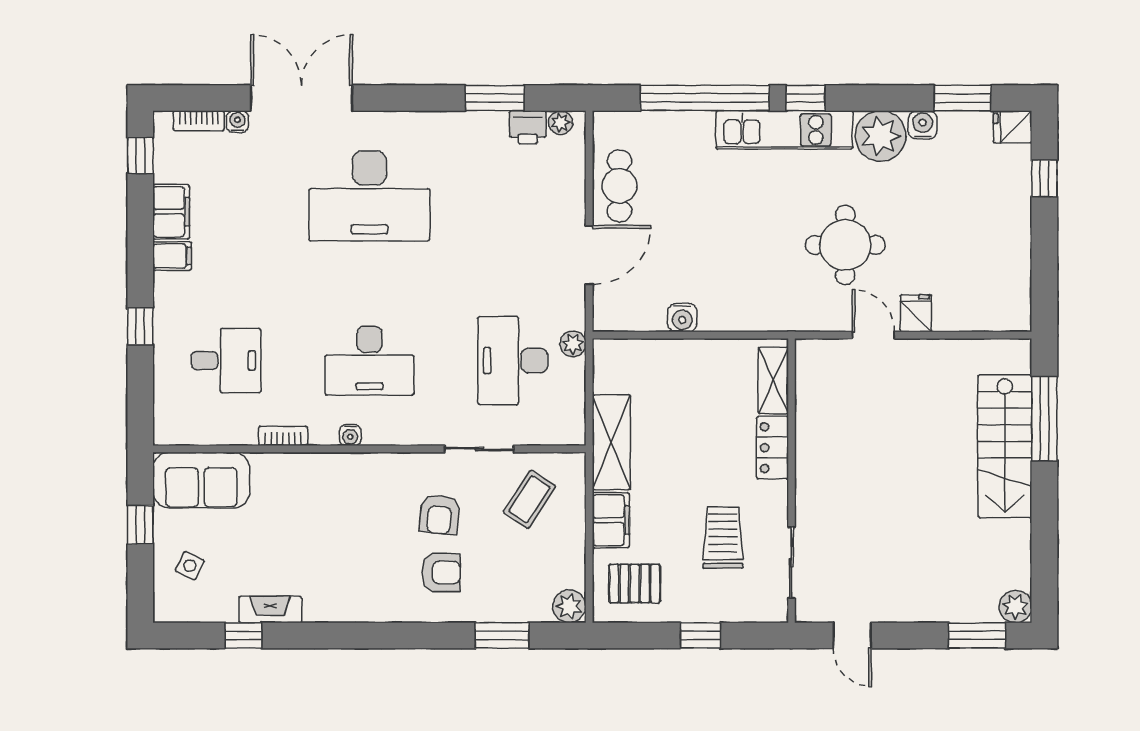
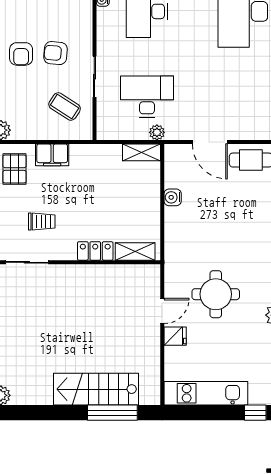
kitchen unit: (1012, 262) -> (206, 393), added
shelving: (611, 442) -> (141, 152), moved, width x0.67, depth x0.75
trolley: (723, 537) -> (42, 221), width x0.73, depth x0.72

